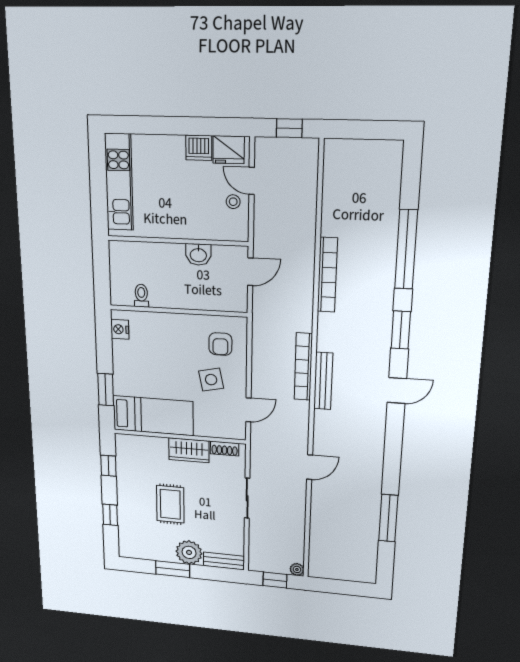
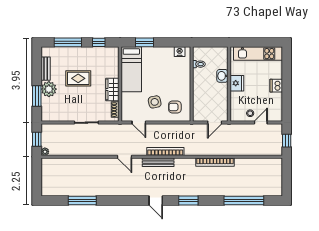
dishwasher: (199, 148) -> (276, 86), moved
fridge: (229, 150) -> (237, 83), moved, turned 180
window: (406, 249) -> (244, 201), moved
washbasin: (198, 255) -> (222, 76), moved
door: (250, 272) -> (215, 123), hinge flipped
door: (310, 467) -> (124, 157), moved
window: (110, 515) -> (68, 42), width x2.17
bench: (224, 561) -> (46, 69), moved
window: (173, 569) -> (37, 96), moved

